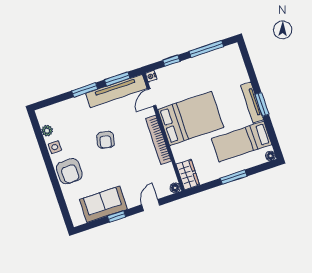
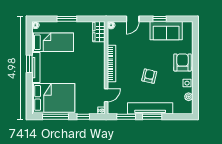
tv unit: (116, 91) -> (150, 108), moved
bed: (191, 118) -> (53, 98), moved, turned 180

